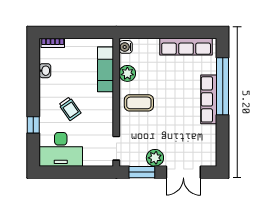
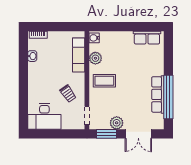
row of seats: (186, 47) -> (147, 38), width x0.68
window: (223, 86) -> (168, 97), moved
row of seats: (209, 99) -> (158, 94), moved
trolley: (70, 109) -> (68, 94), moved
window: (33, 125) -> (23, 98), removed

